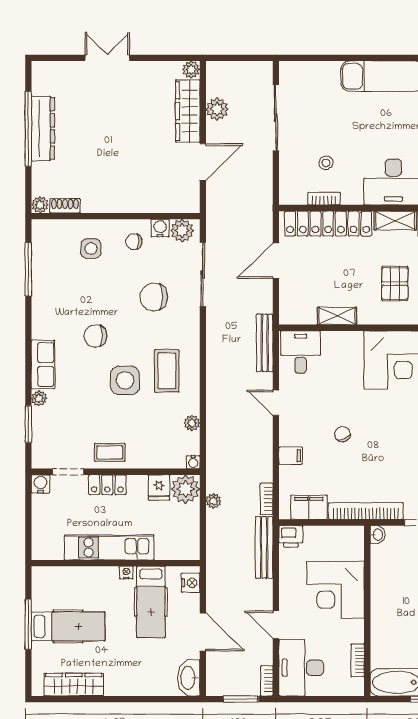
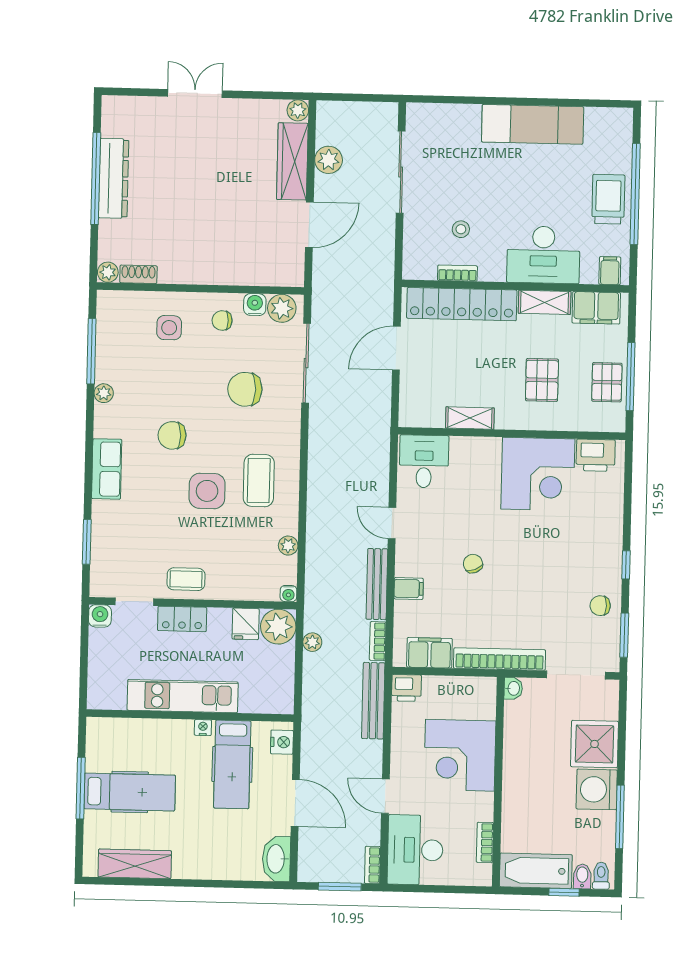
bench: (265, 343) -> (377, 584), moved
plant: (39, 398) -> (104, 393), moved

